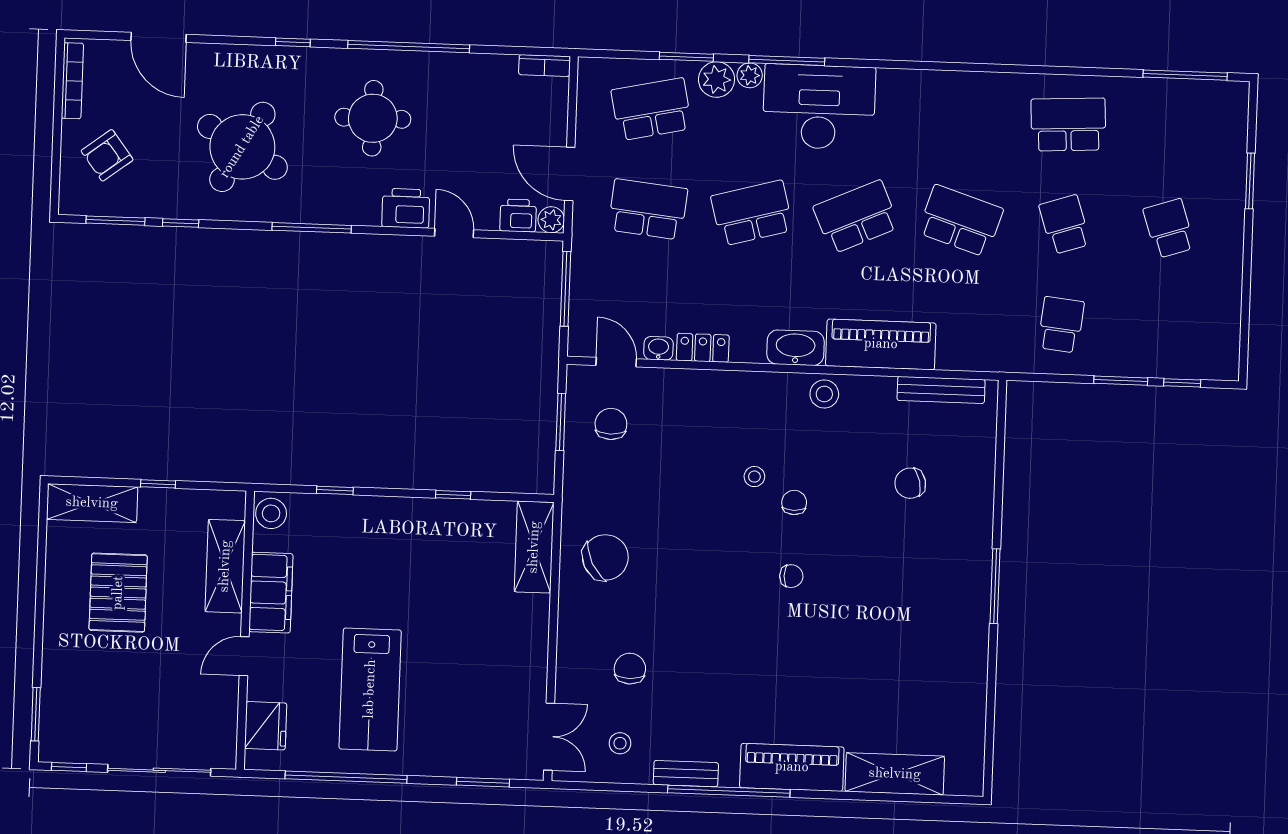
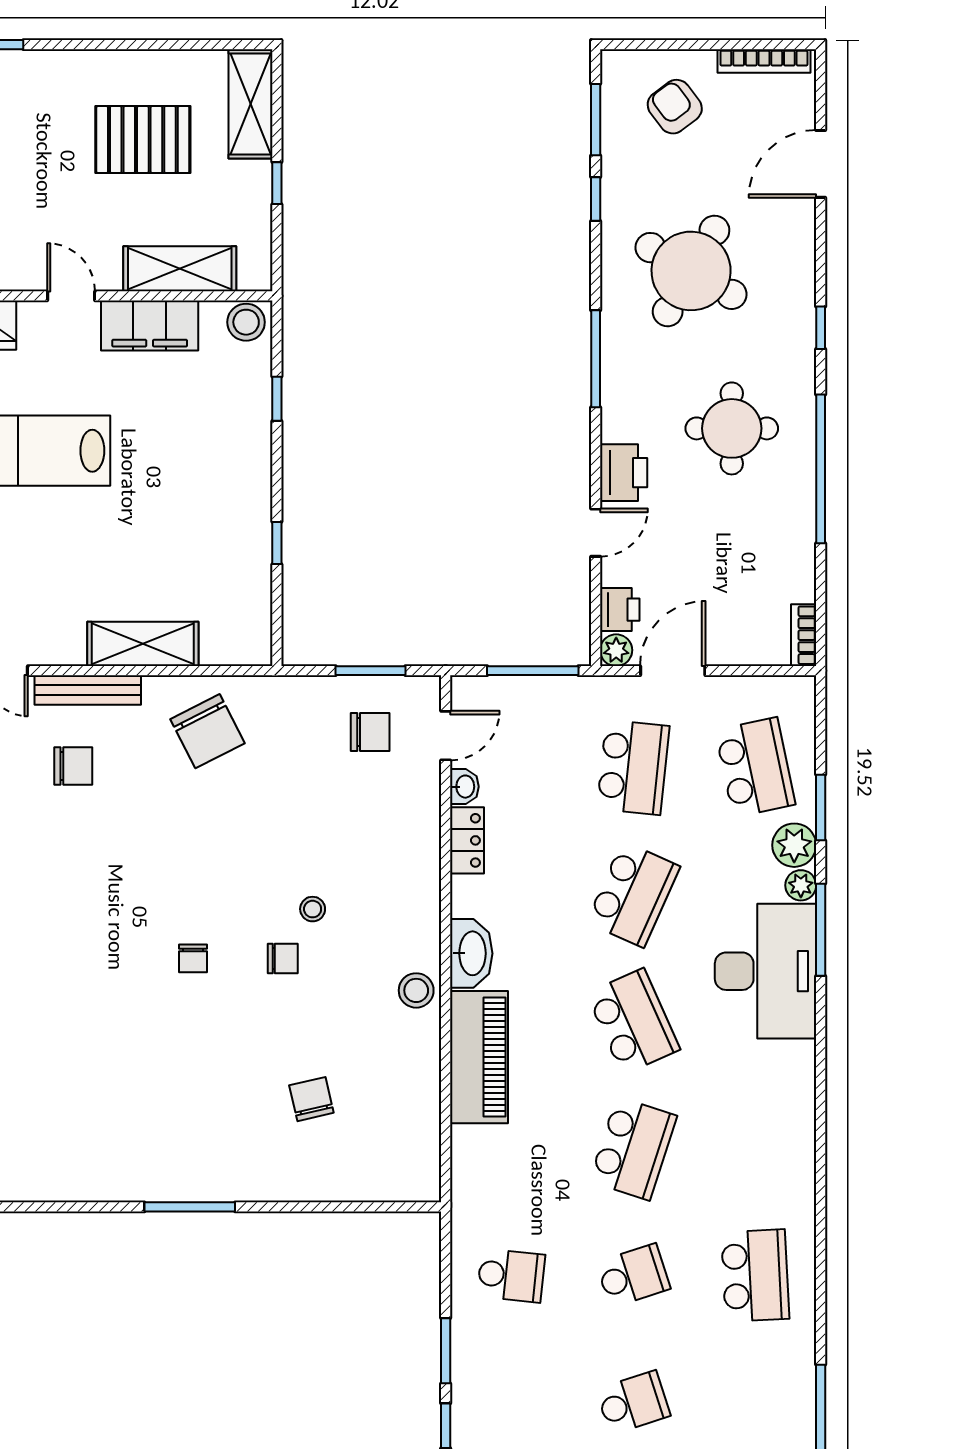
school desk: (752, 213) -> (633, 894), turned 39
bench: (941, 390) -> (88, 690), moved, turned 90
shelving: (534, 547) -> (143, 644), moved

